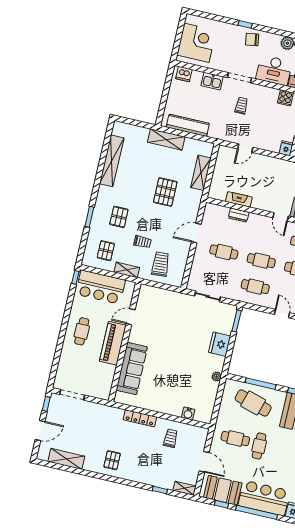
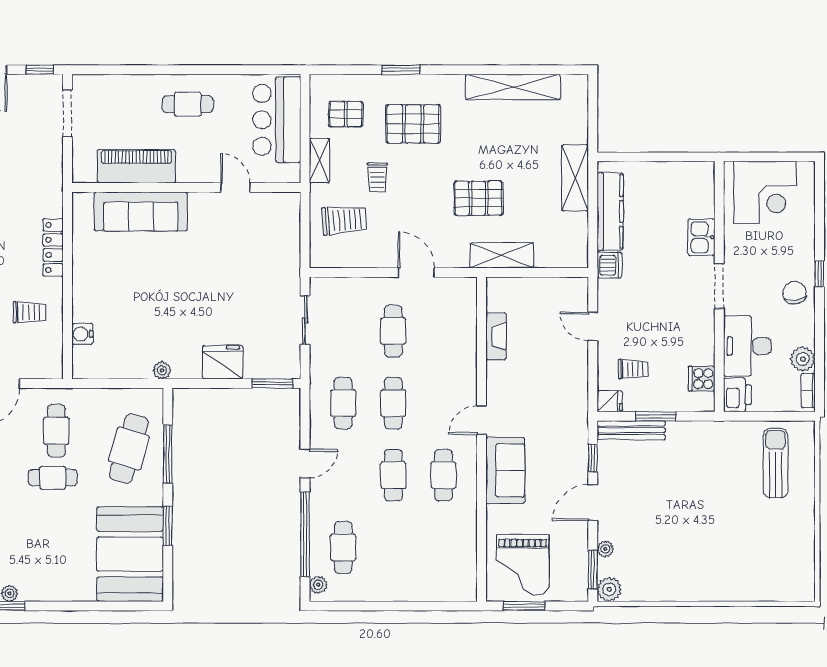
dishwasher: (184, 74) -> (609, 265), moved, turned 180
trolley: (241, 106) -> (633, 369), moved
shelving: (201, 173) -> (502, 255), moved
dresser: (239, 215) -> (467, 342), removed
pallet: (119, 217) -> (413, 124), width x1.50, depth x1.42
window: (75, 277) -> (284, 70), removed
piano: (113, 343) -> (136, 166), moved

